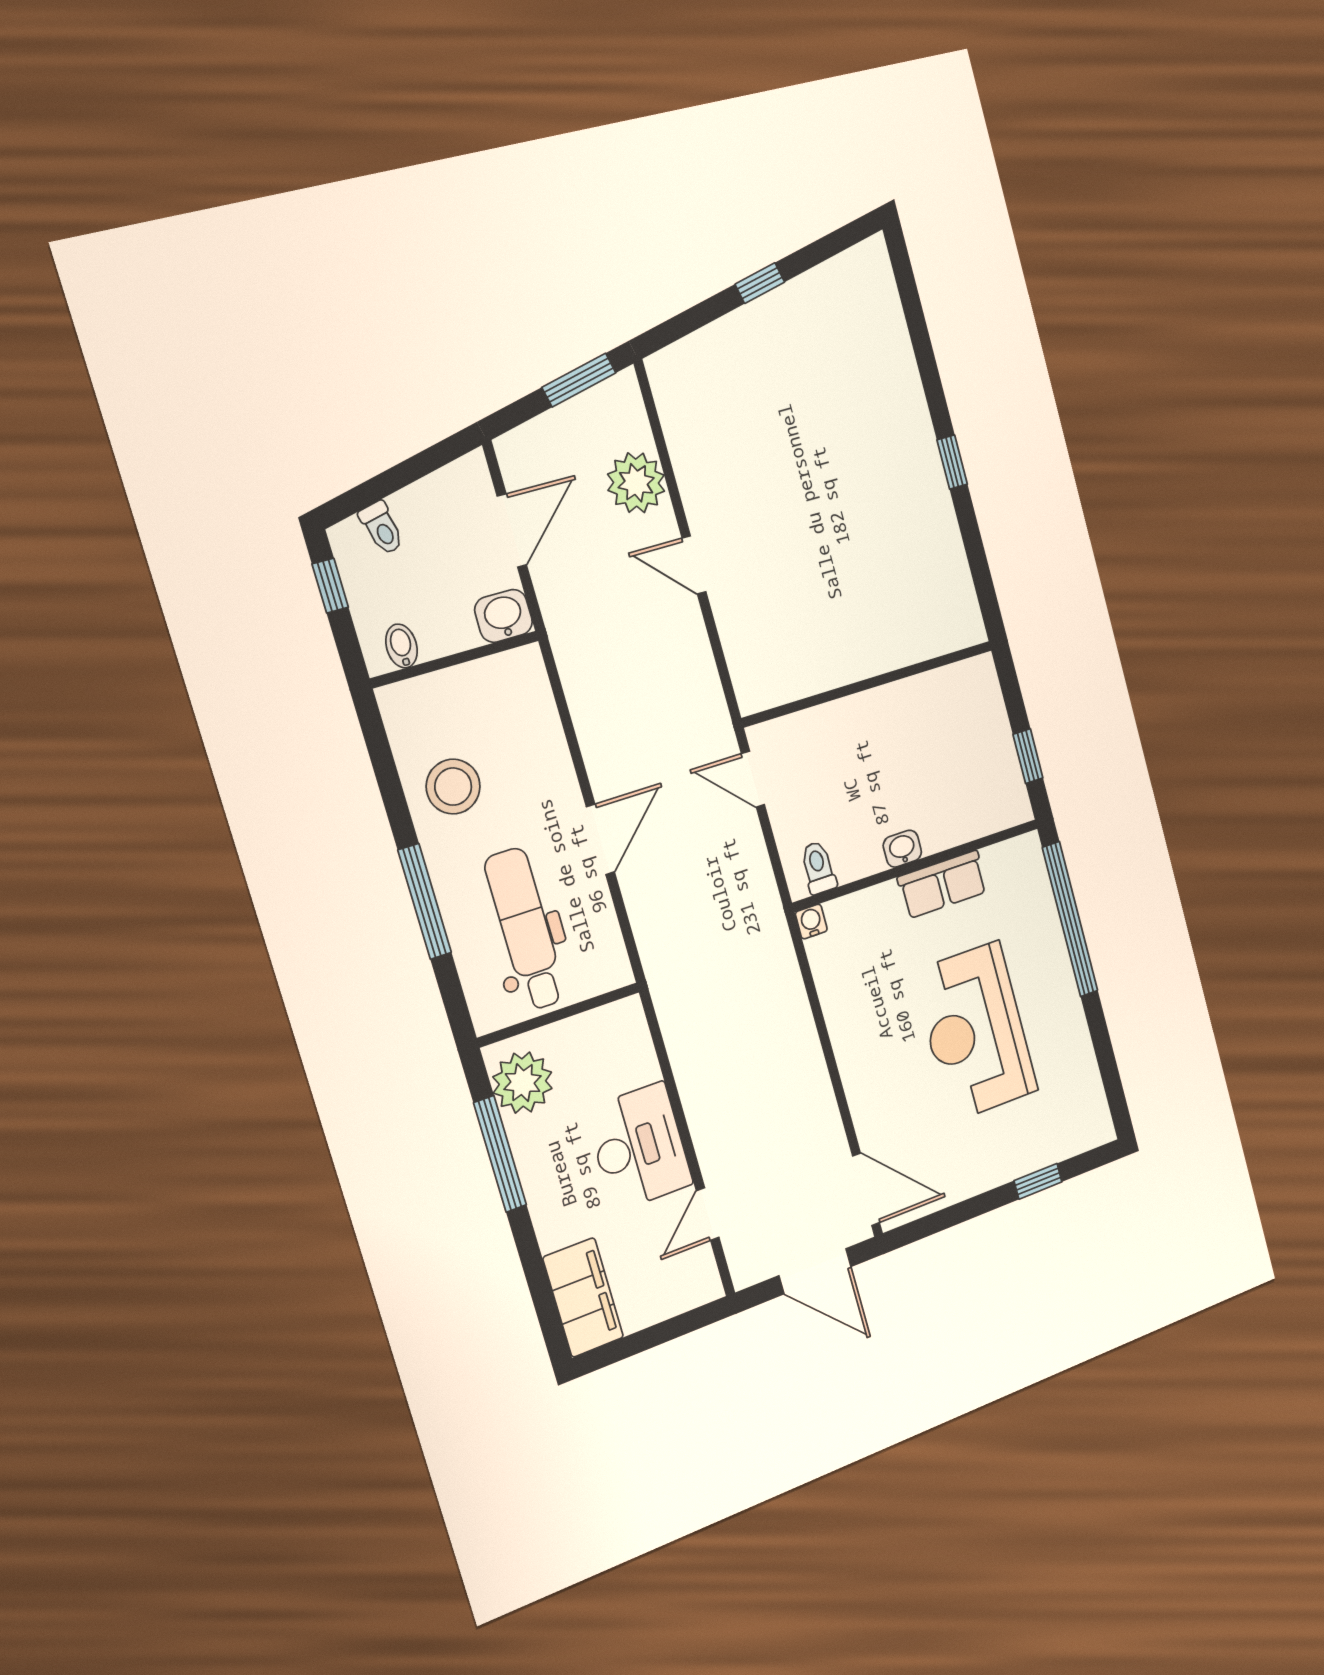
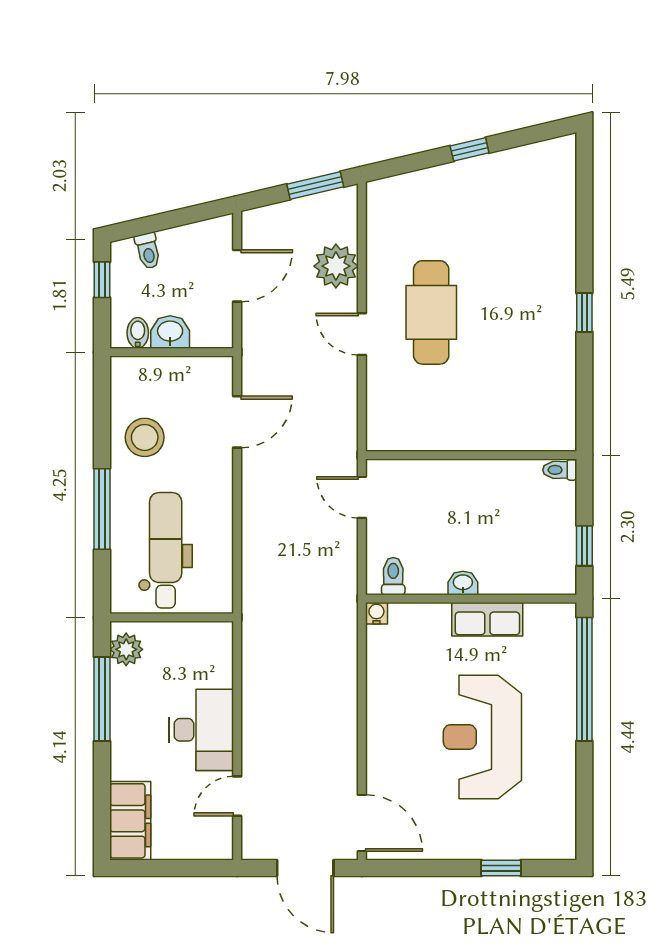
cafe table: (771, 512) -> (431, 312), added
washbasin: (504, 616) -> (170, 332), moved
toilet: (976, 670) -> (560, 470), added
door: (600, 839) -> (237, 422), moved
plant: (523, 1083) -> (126, 649), width x0.73, depth x0.73

